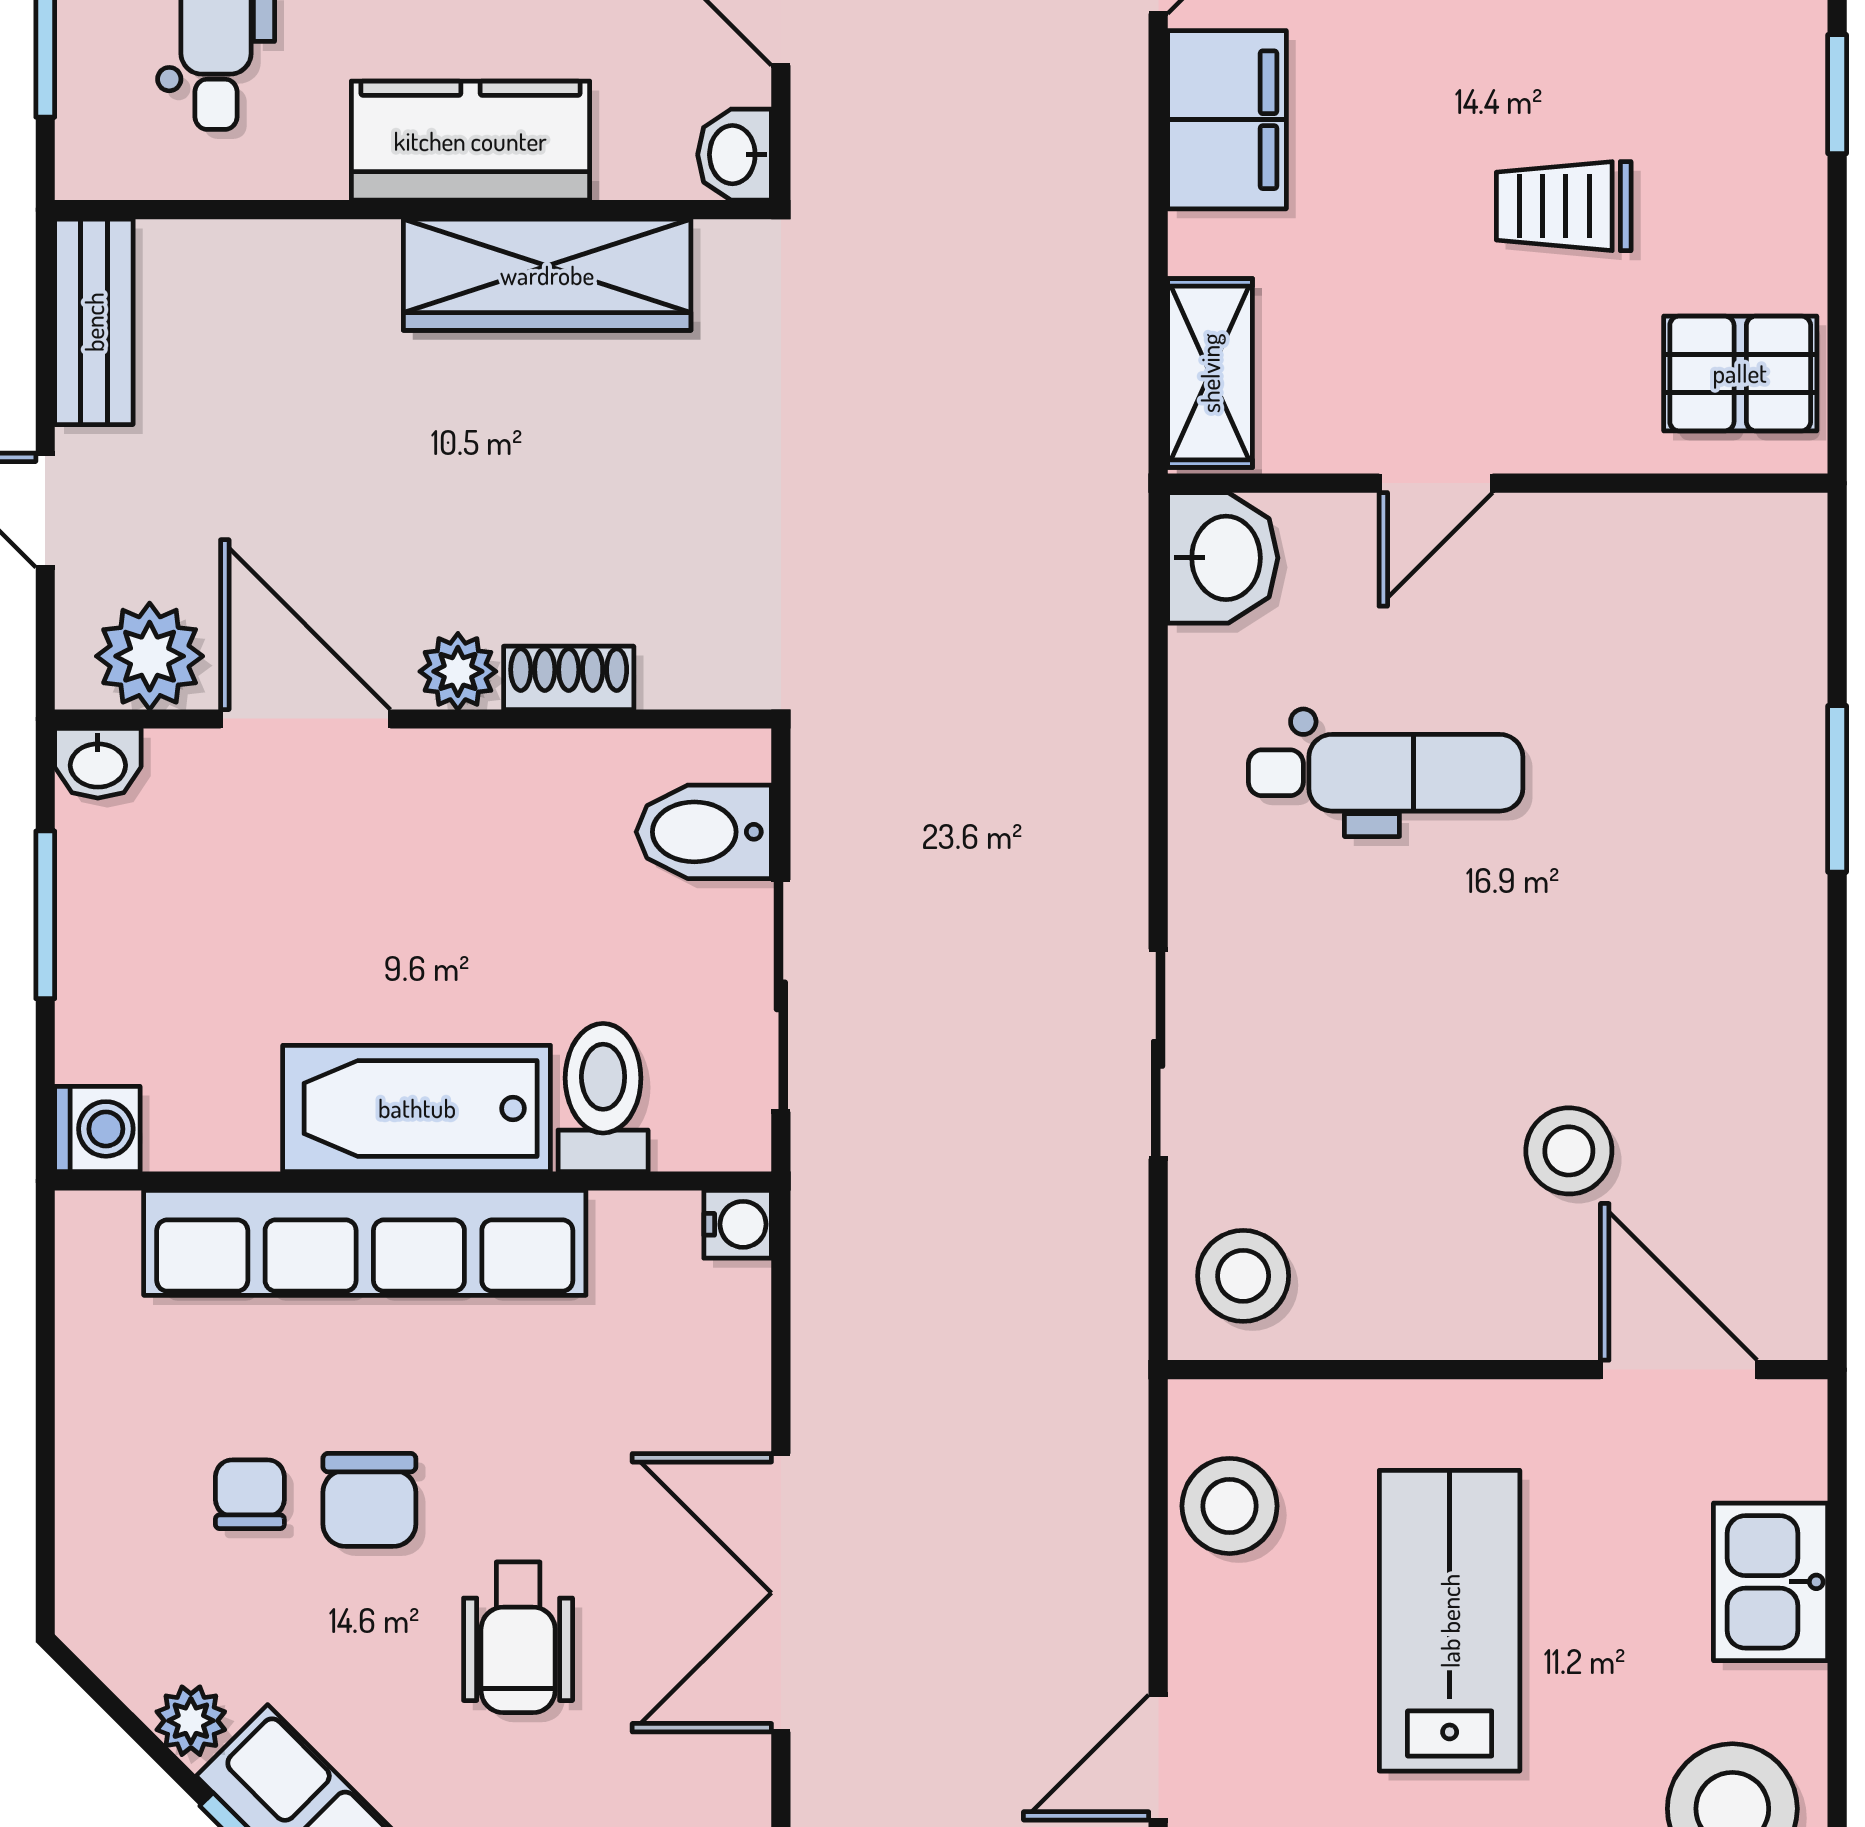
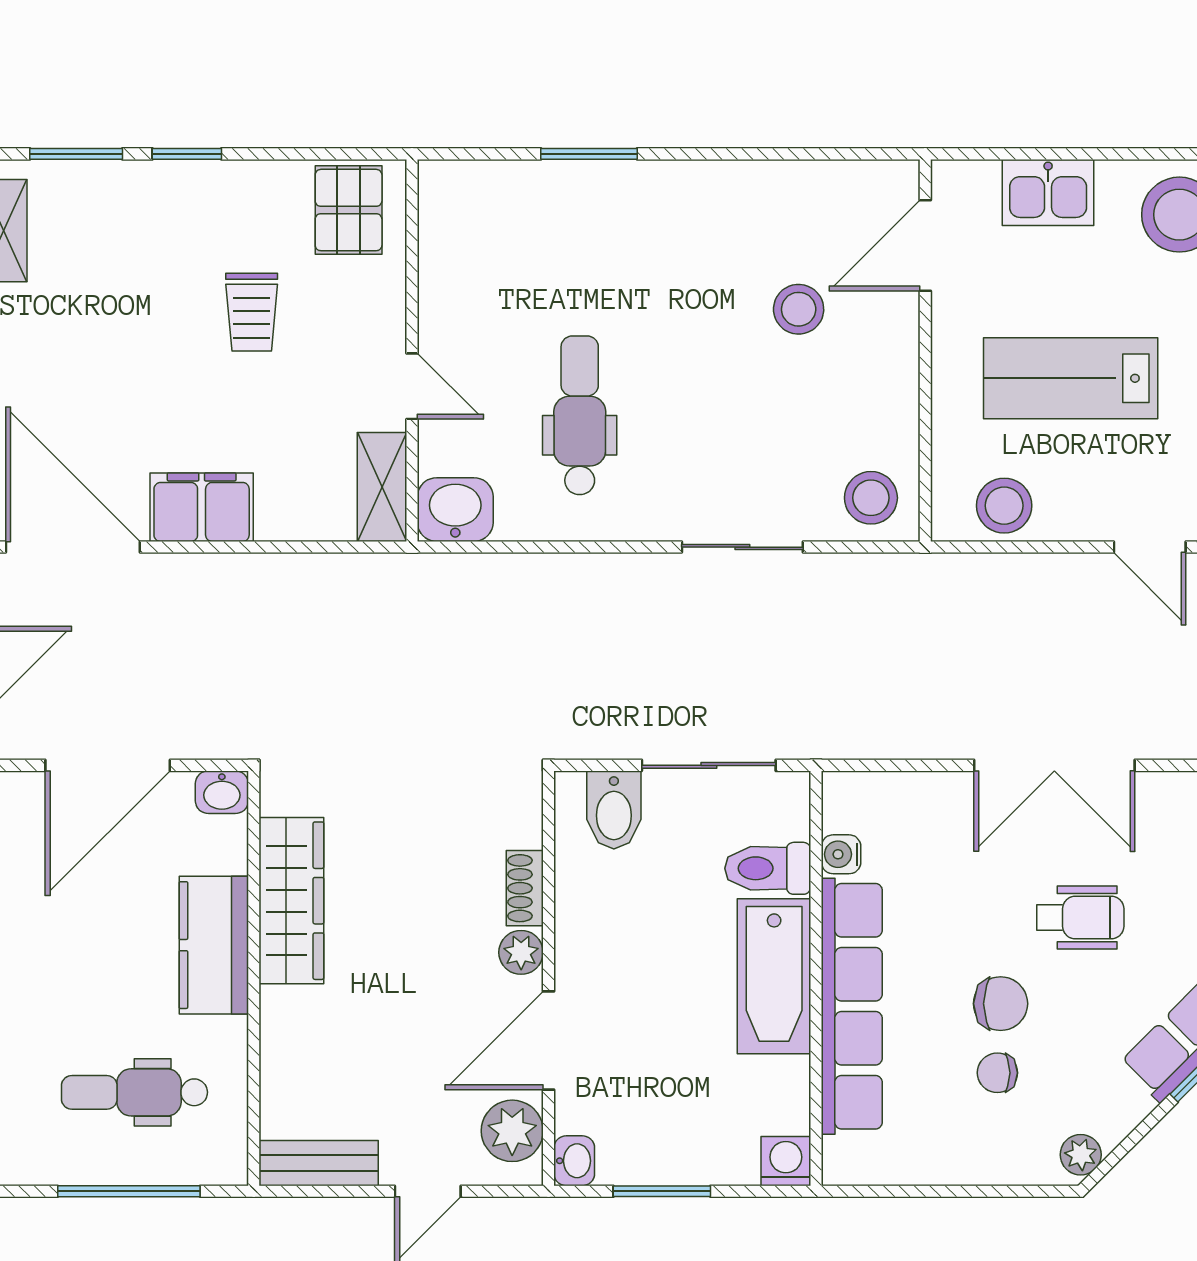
shelving: (1210, 373) -> (382, 487), moved, turned 90
water cooler: (738, 1224) -> (841, 854), moved, turned -90
plant: (191, 1721) -> (1081, 1155), moved

